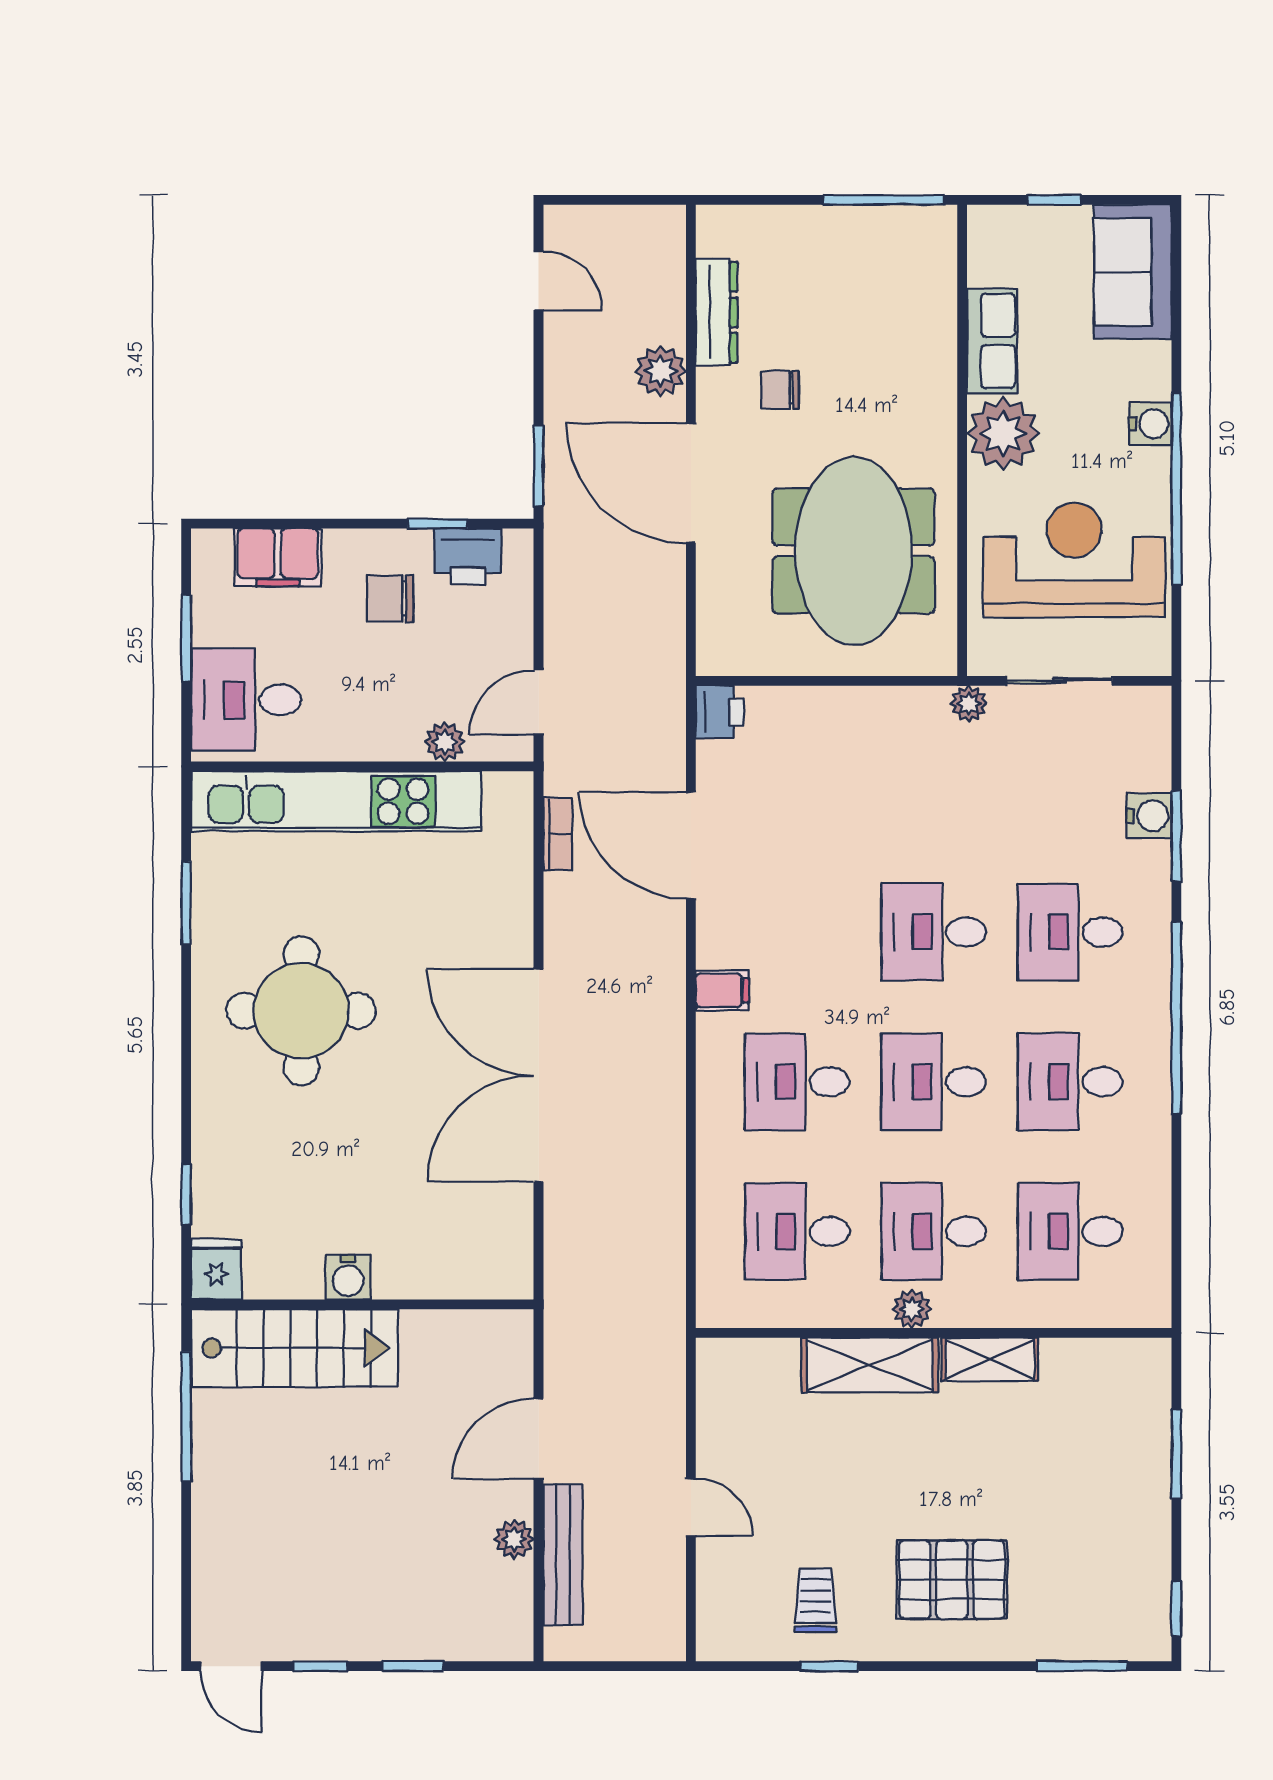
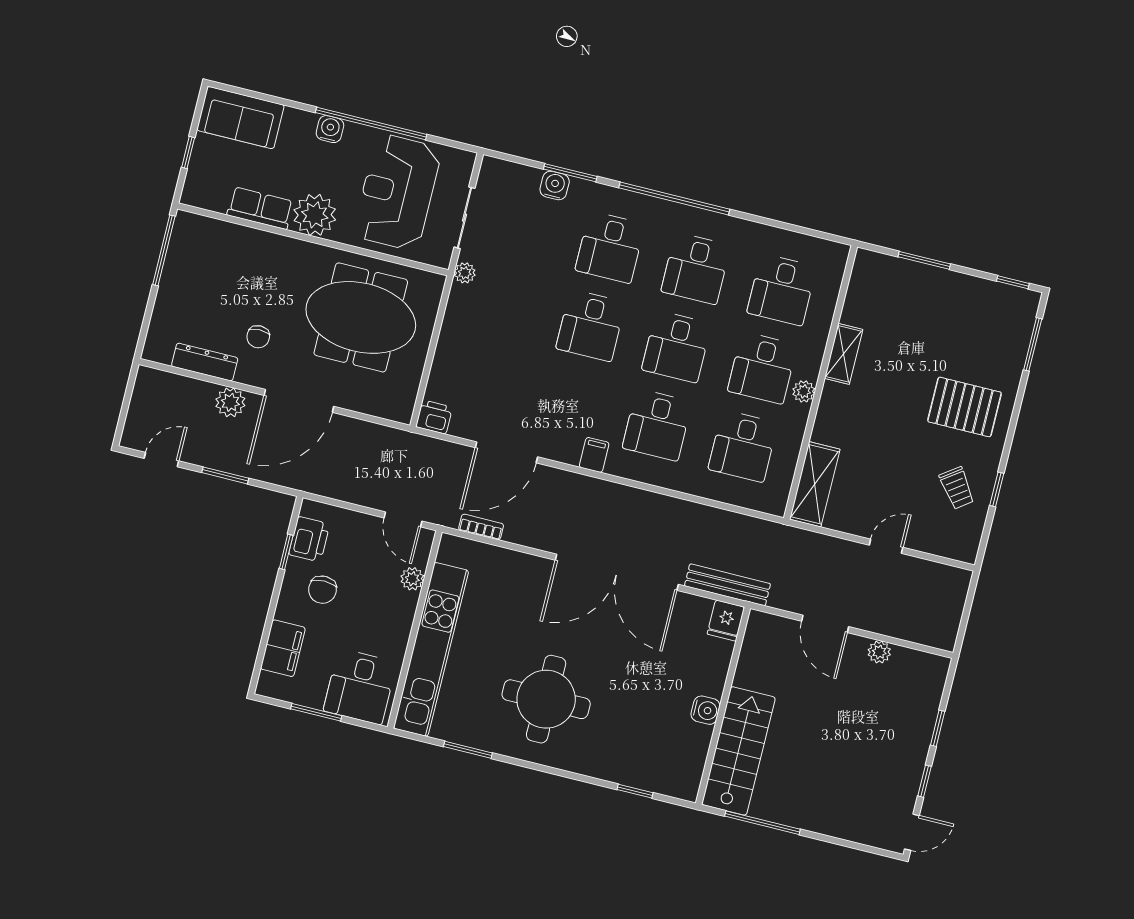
window: (539, 466) -> (225, 475), moved
fridge: (216, 1269) -> (726, 621), moved, turned -90
shelving: (870, 1365) -> (815, 484), moved
bench: (563, 1555) -> (727, 585), moved
pallet: (952, 1580) -> (964, 407), turned 90
trolley: (816, 1600) -> (957, 488), turned -126

